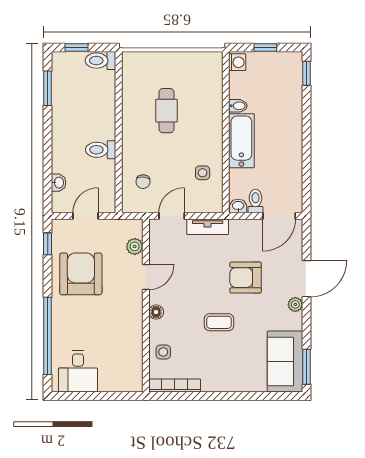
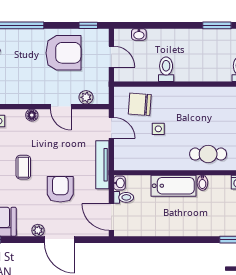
cafe table: (166, 111) -> (208, 154), moved
side table: (203, 173) -> (158, 129), moved
chair: (143, 182) -> (140, 104), width x1.87, depth x1.87
tv unit: (208, 227) -> (102, 165), width x1.41

